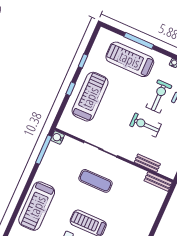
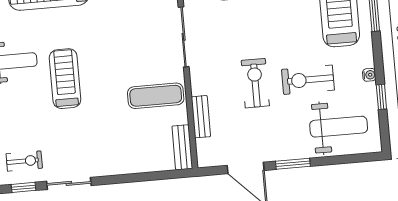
exercise bike: (159, 96) -> (308, 80), turned 180
exercise mat: (96, 181) -> (156, 96), moved, turned 90

